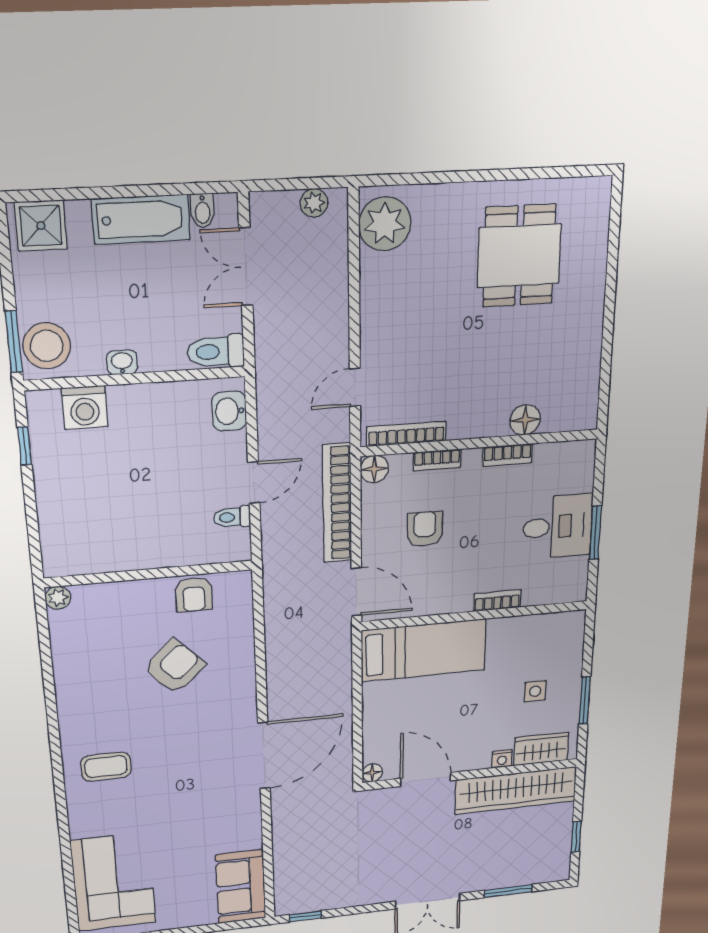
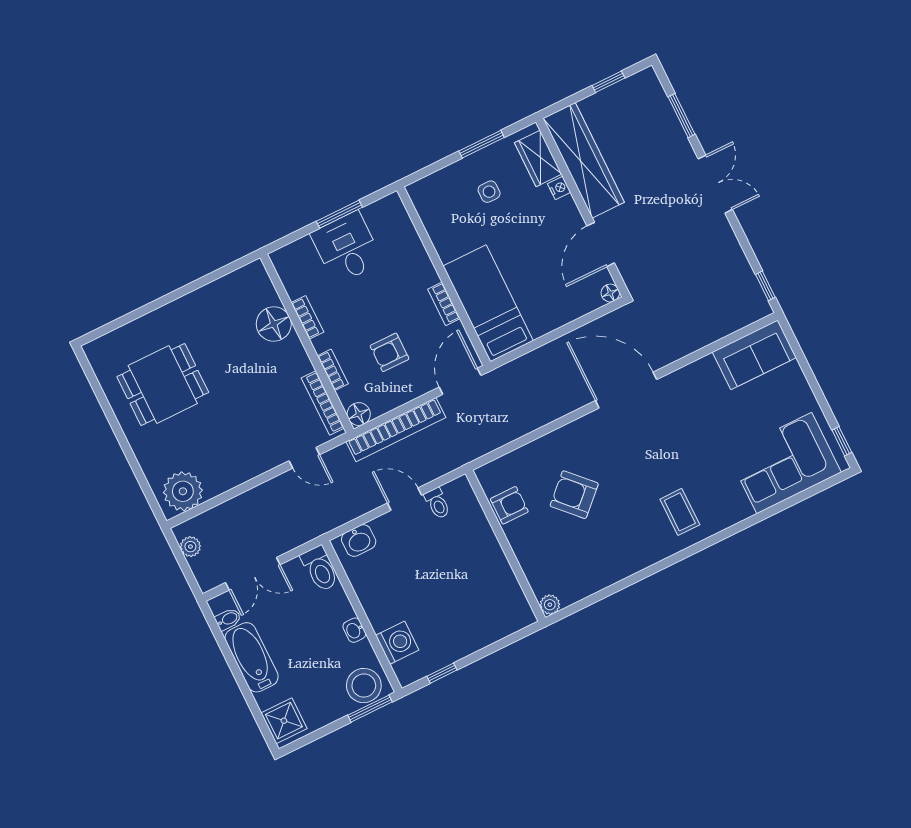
floor lamp: (525, 420) -> (274, 324), width x1.38, depth x1.38
bookcase: (497, 601) -> (444, 304), moved

